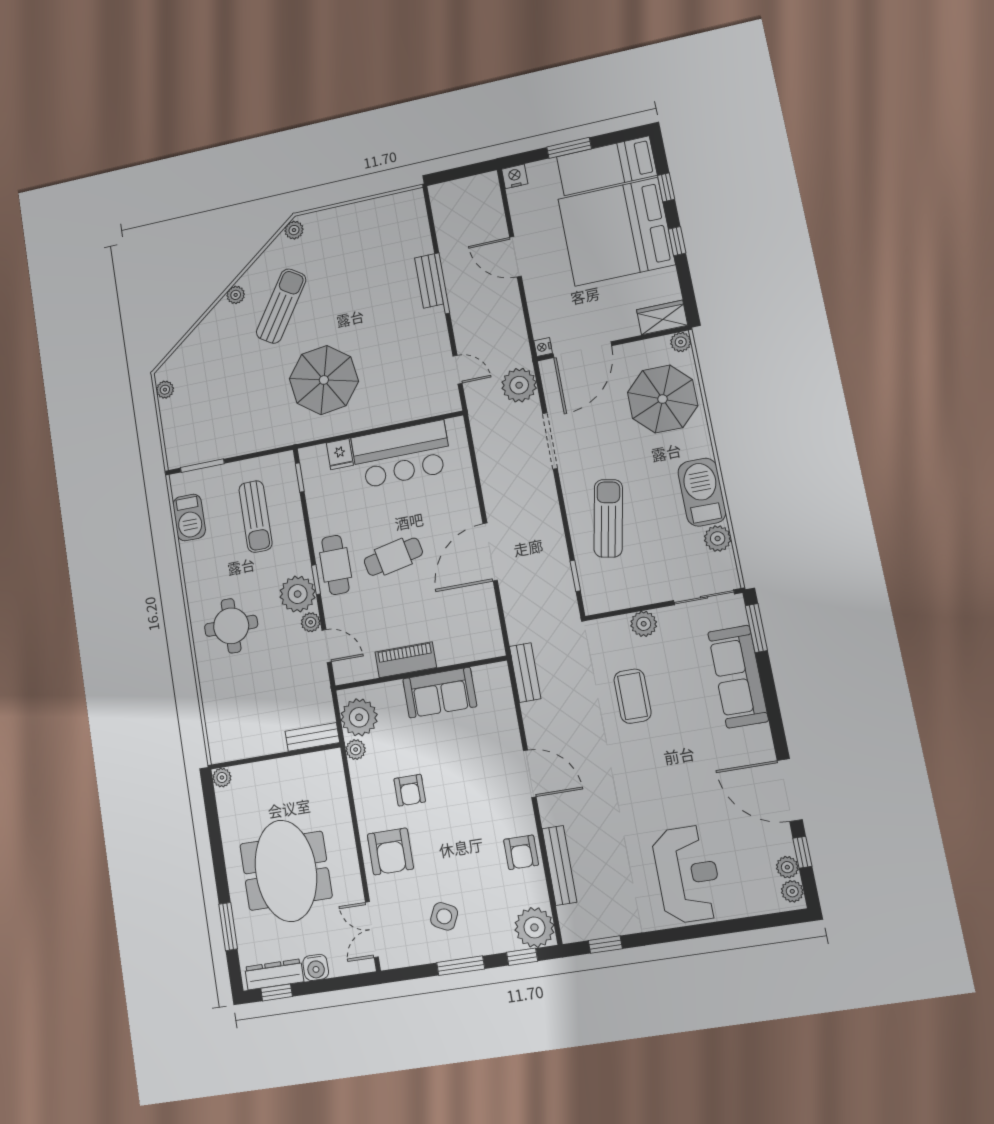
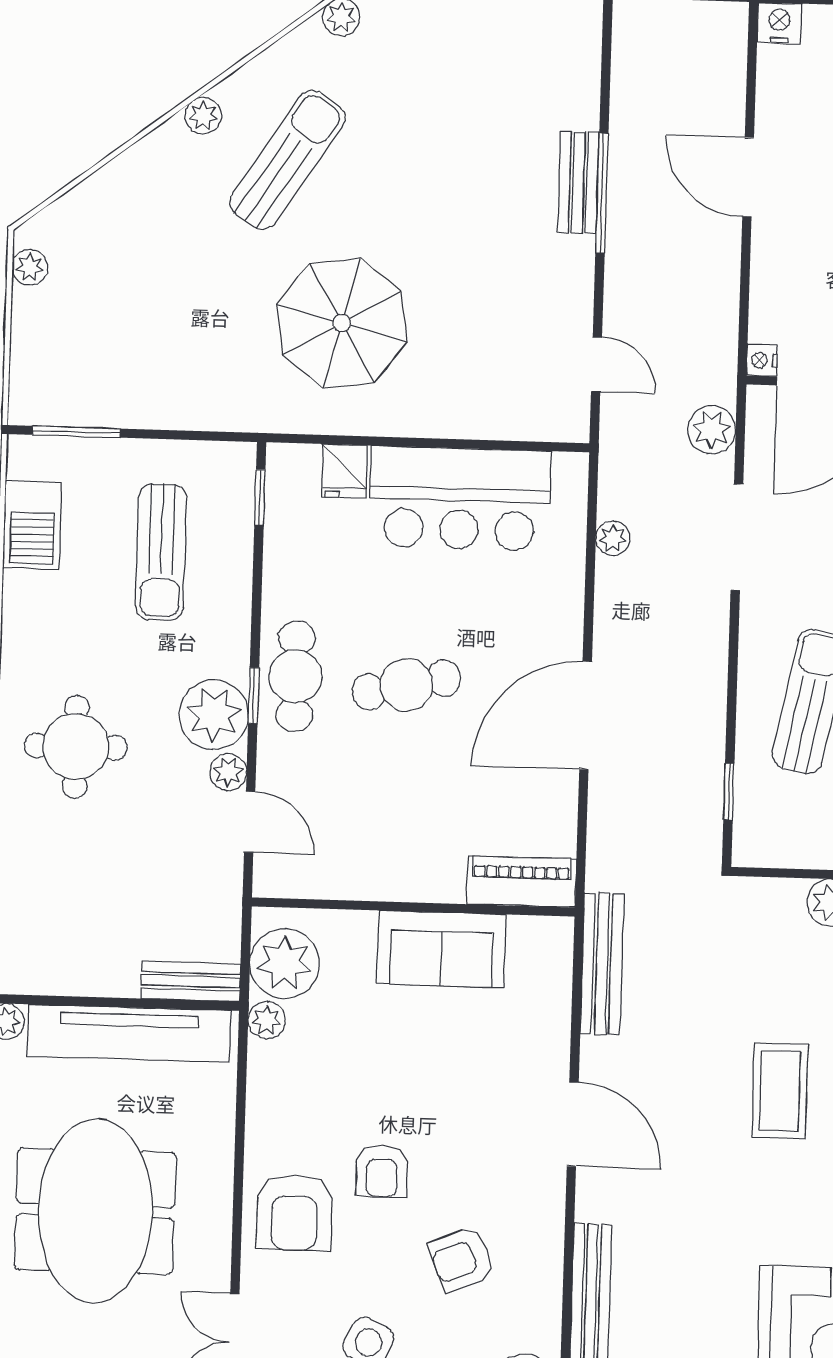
plant: (519, 385) -> (712, 430), width x0.73, depth x0.73
plant: (485, 456) -> (613, 538), added
piano: (406, 660) -> (521, 882), moved
bench: (525, 673) -> (602, 964), width x1.36
coffee table: (632, 696) -> (780, 1091), moved
tv unit: (286, 771) -> (129, 1033), added
armchair: (410, 790) -> (382, 1171), moved
armchair: (521, 852) -> (462, 1259), moved, turned 67

